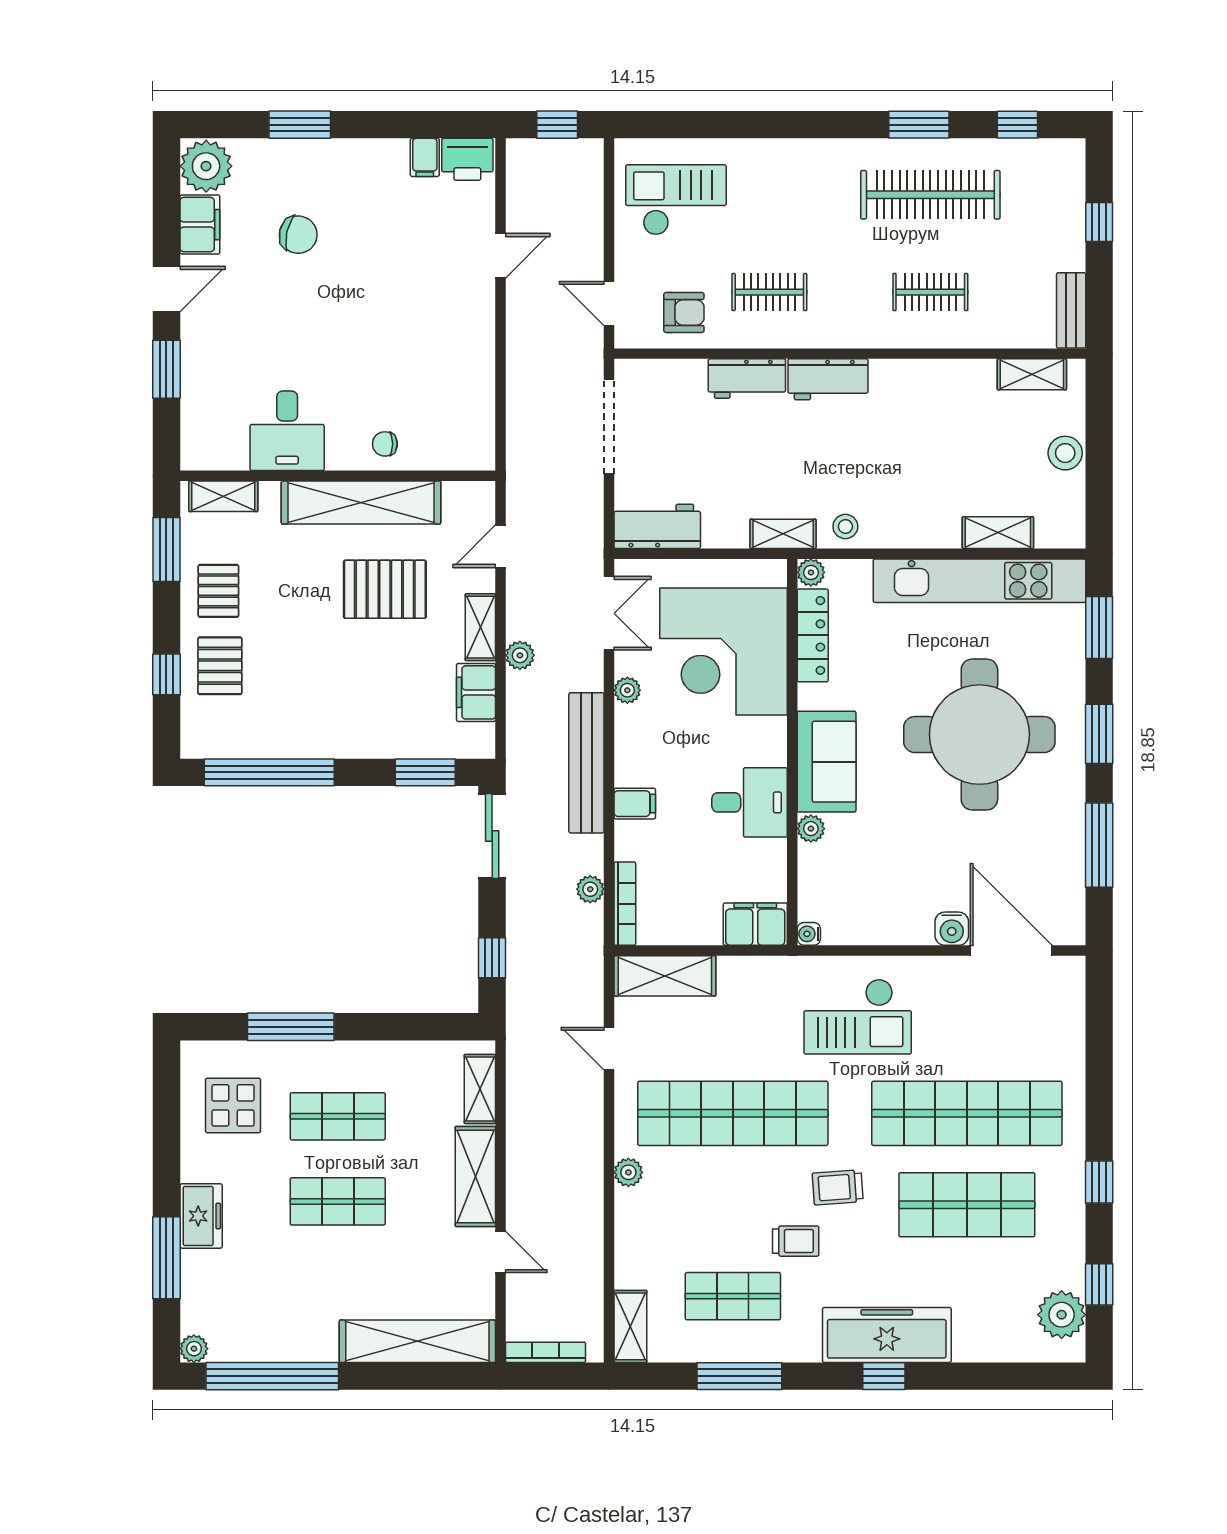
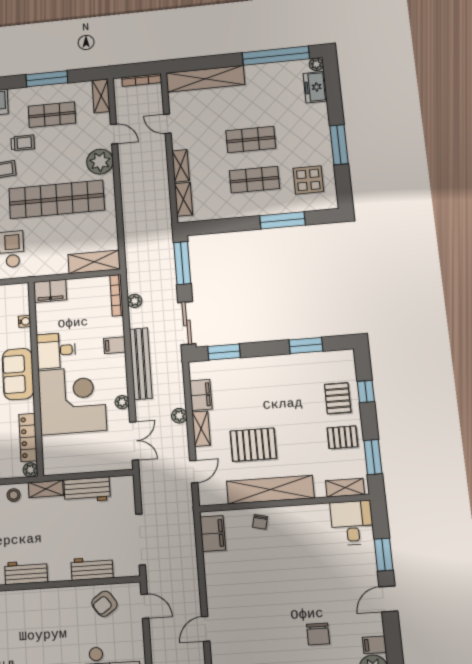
filing cabinet: (200, 225) -> (374, 645), width x0.50
chair: (298, 235) -> (318, 634), turned -103
clothes rail: (769, 292) -> (59, 618), removed
armchair: (684, 312) -> (104, 604), turned -35
workbench: (747, 379) -> (92, 568), moved
filing cabinet: (474, 428) -> (213, 533), added
desk: (287, 431) -> (352, 523), moved
chair: (385, 444) -> (260, 522), turned 103
workbench: (657, 526) -> (87, 490), moved
pallet: (218, 591) -> (342, 437), turned 90
double door: (609, 613) -> (134, 441), swing flipped
corner desk: (723, 651) -> (72, 400), moved
window: (269, 772) -> (306, 346), width x0.47
plant: (811, 829) -> (24, 340), removed
water cooler: (809, 934) -> (25, 321), moved
window: (492, 958) -> (182, 263), width x2.17
door: (609, 1049) -> (114, 134), moved
plant: (628, 1172) -> (100, 162), width x1.88, depth x1.88
shelving: (475, 1176) -> (181, 166), width x0.67, depth x0.75
freezer: (201, 1216) -> (315, 87), moved
trolley: (796, 1241) -> (23, 143), turned 180
window: (166, 1258) -> (339, 145), moved

